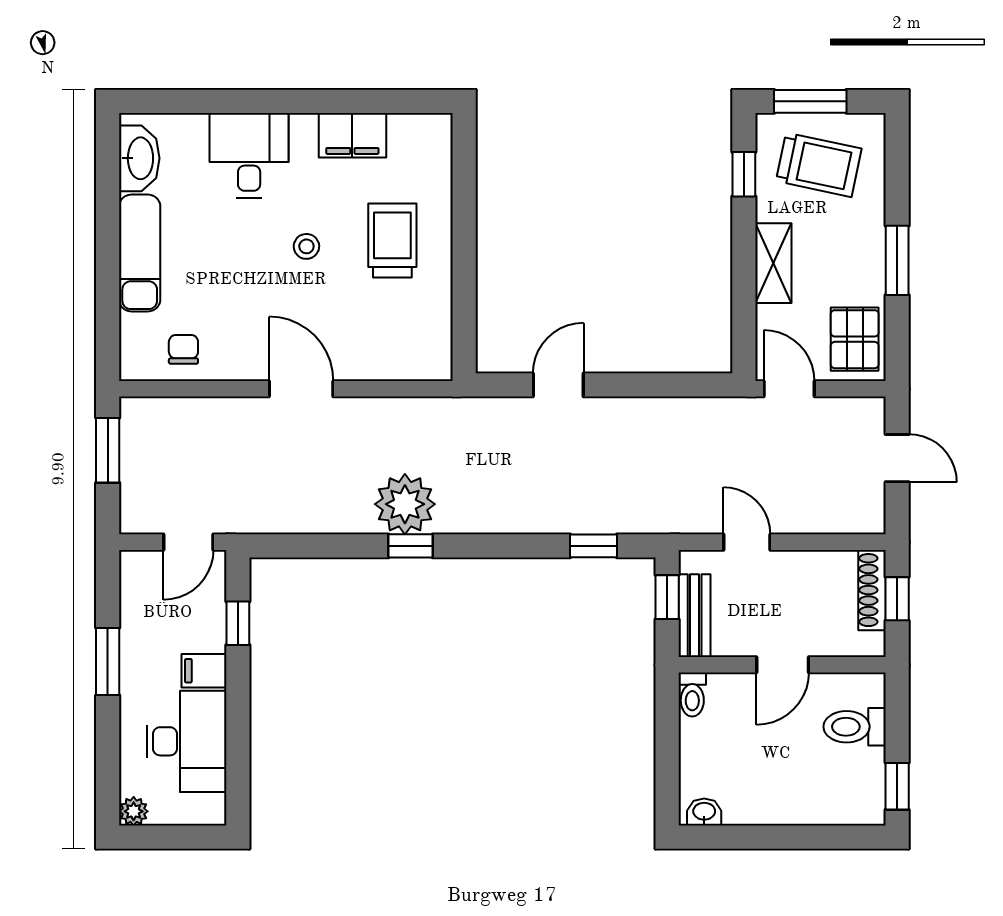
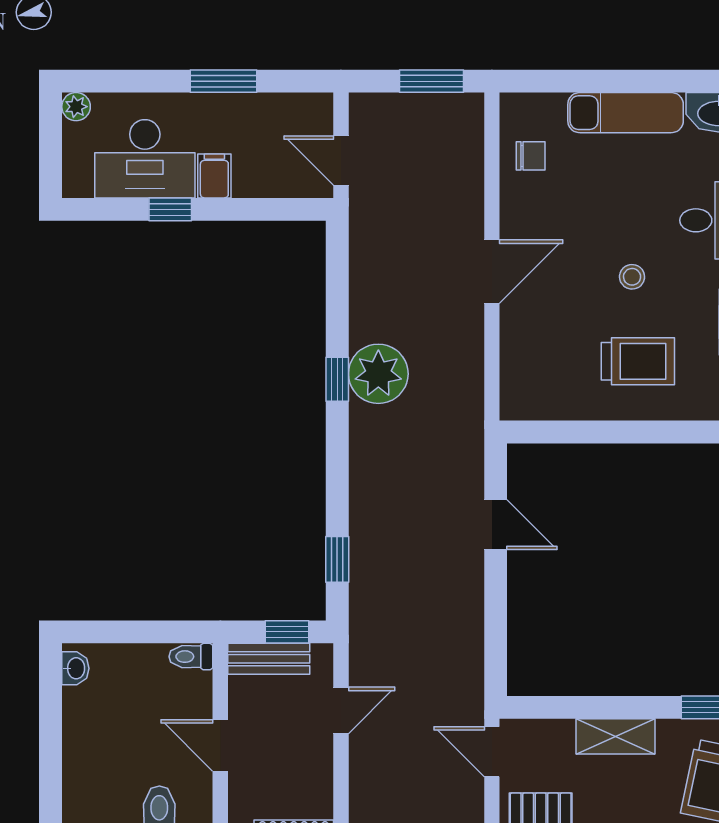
door: (789, 389) -> (492, 752), swing flipped
window: (238, 623) -> (170, 209), moved

